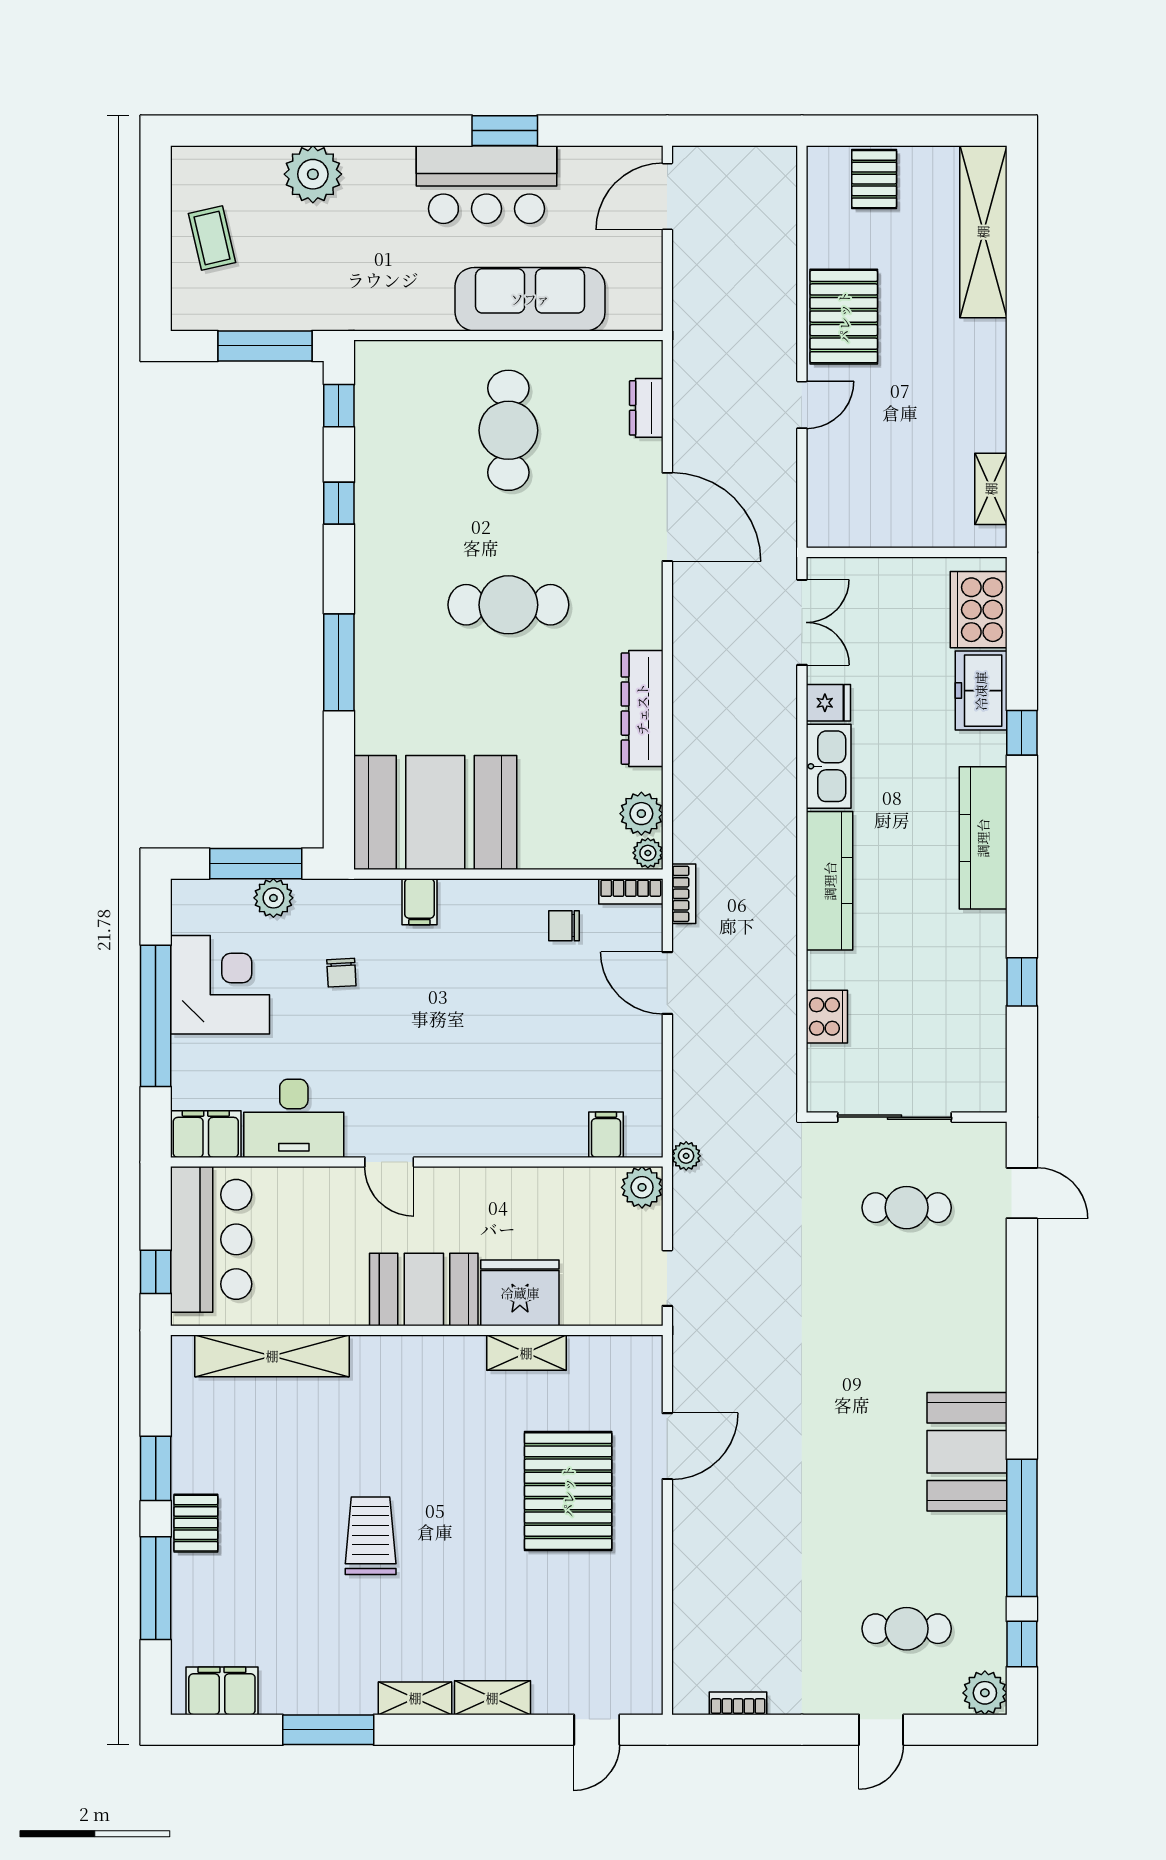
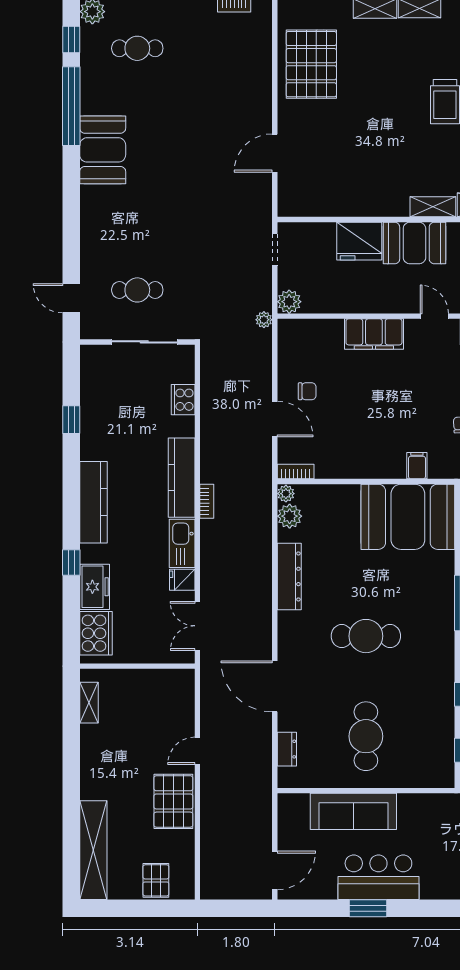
bookcase: (684, 894) -> (207, 501), moved, turned 180
chair: (564, 926) -> (307, 391), moved
filing cabinet: (606, 1135) -> (374, 334), moved, width x3.00, depth x1.17
shelving: (526, 1353) -> (433, 207), moved
pallet: (568, 1491) -> (311, 64), moved

